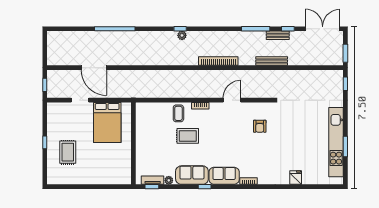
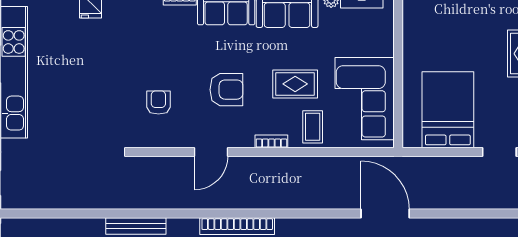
door: (94, 68) -> (385, 214), moved
corner sofa: (151, 128) -> (365, 99), added
armchair: (224, 133) -> (226, 90), added

